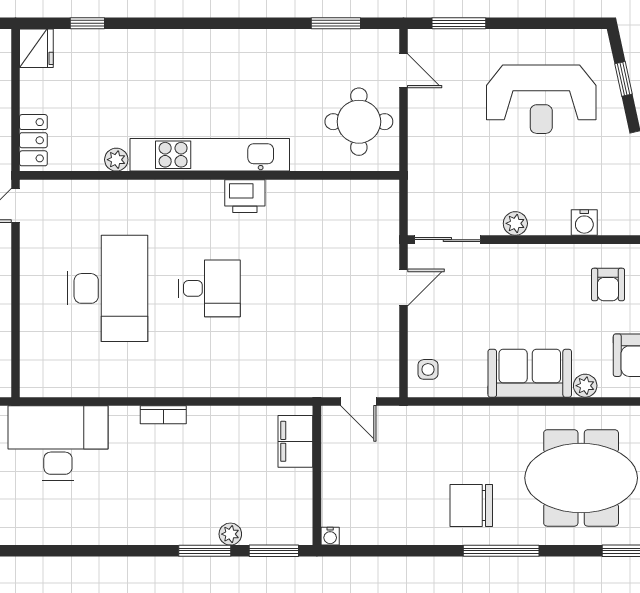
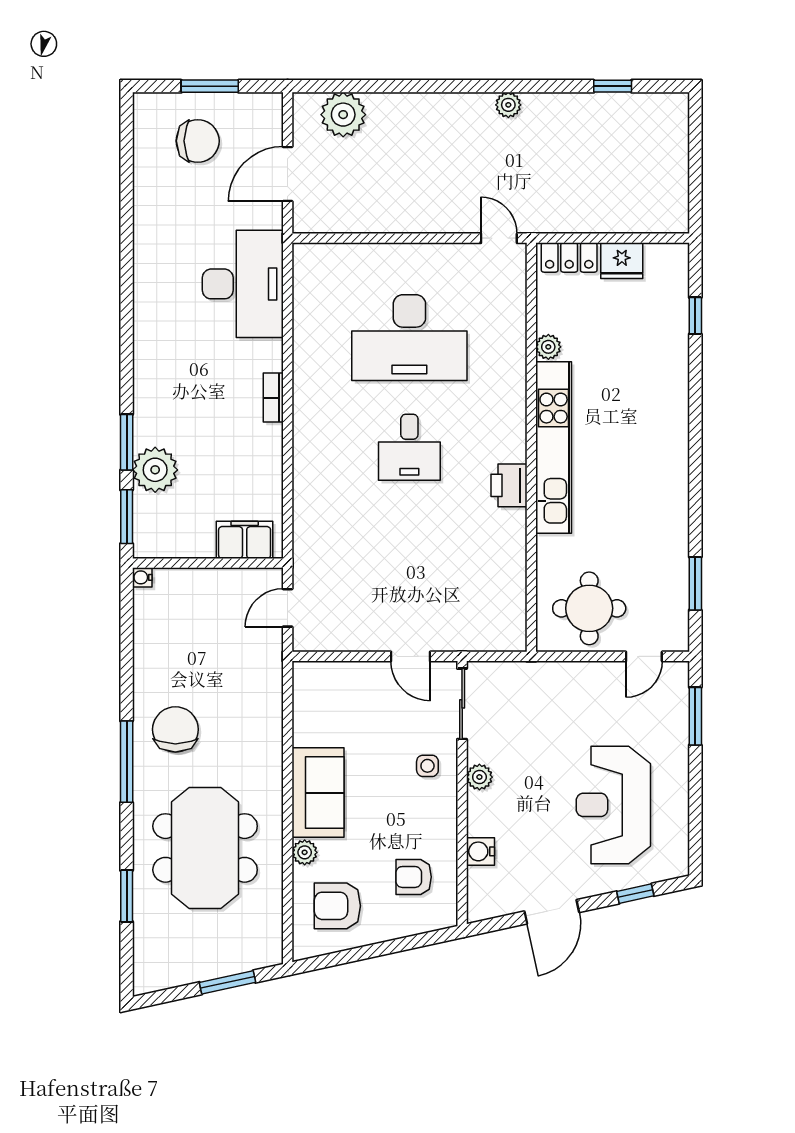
fridge: (36, 48) -> (622, 261), moved
side table: (428, 369) -> (427, 766), moved
plant: (230, 534) -> (155, 470), width x1.87, depth x1.87

